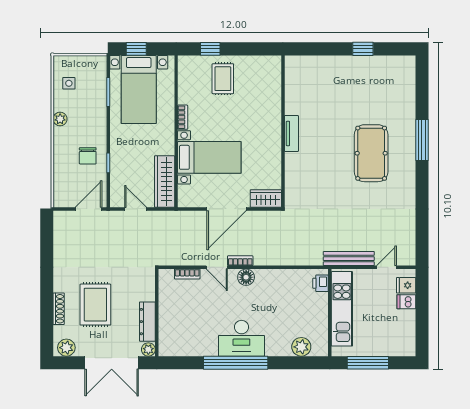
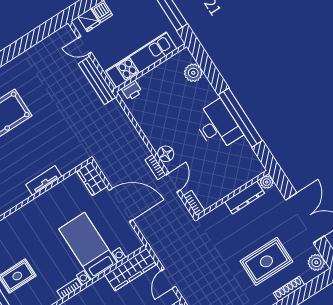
tv unit: (291, 133) -> (44, 180), moved
wall: (157, 313) -> (232, 195), moved
dresser: (147, 322) -> (245, 197), moved
plant: (148, 349) -> (267, 182), moved

